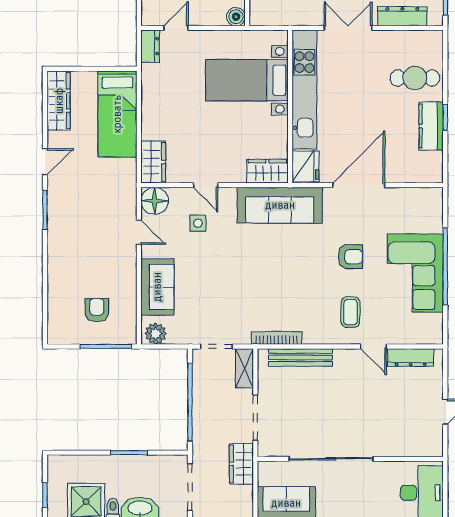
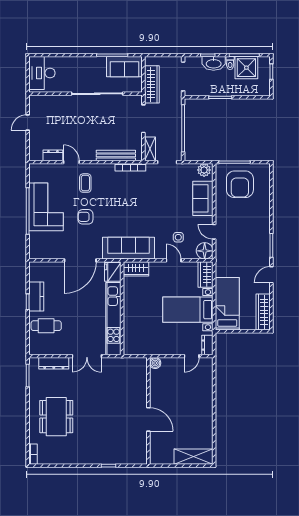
bed with nightstands: (247, 80) -> (188, 310), moved, turned 180
armchair: (97, 310) -> (240, 184), width x1.88, depth x1.88
dresser: (411, 358) -> (53, 155), width x0.70
wardrobe: (241, 464) -> (152, 84), width x1.50

